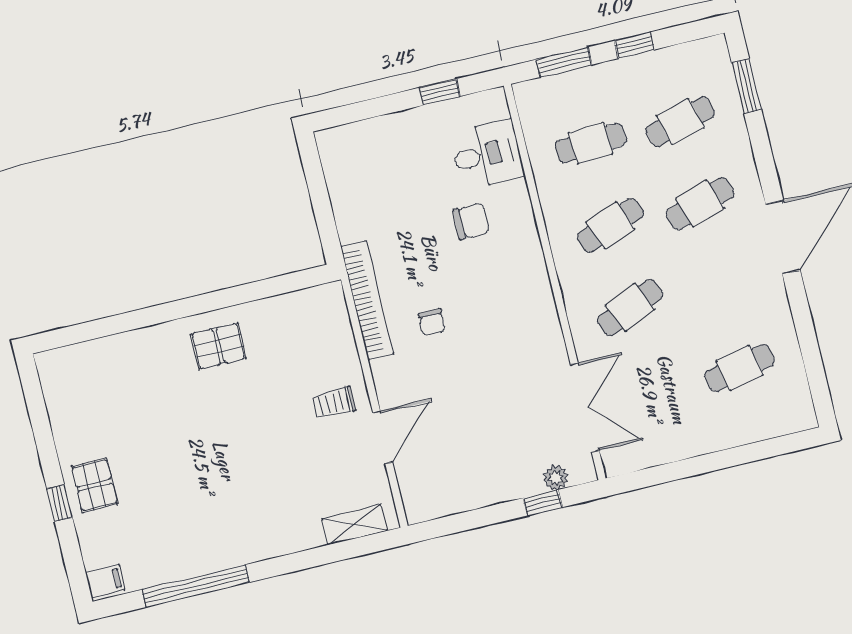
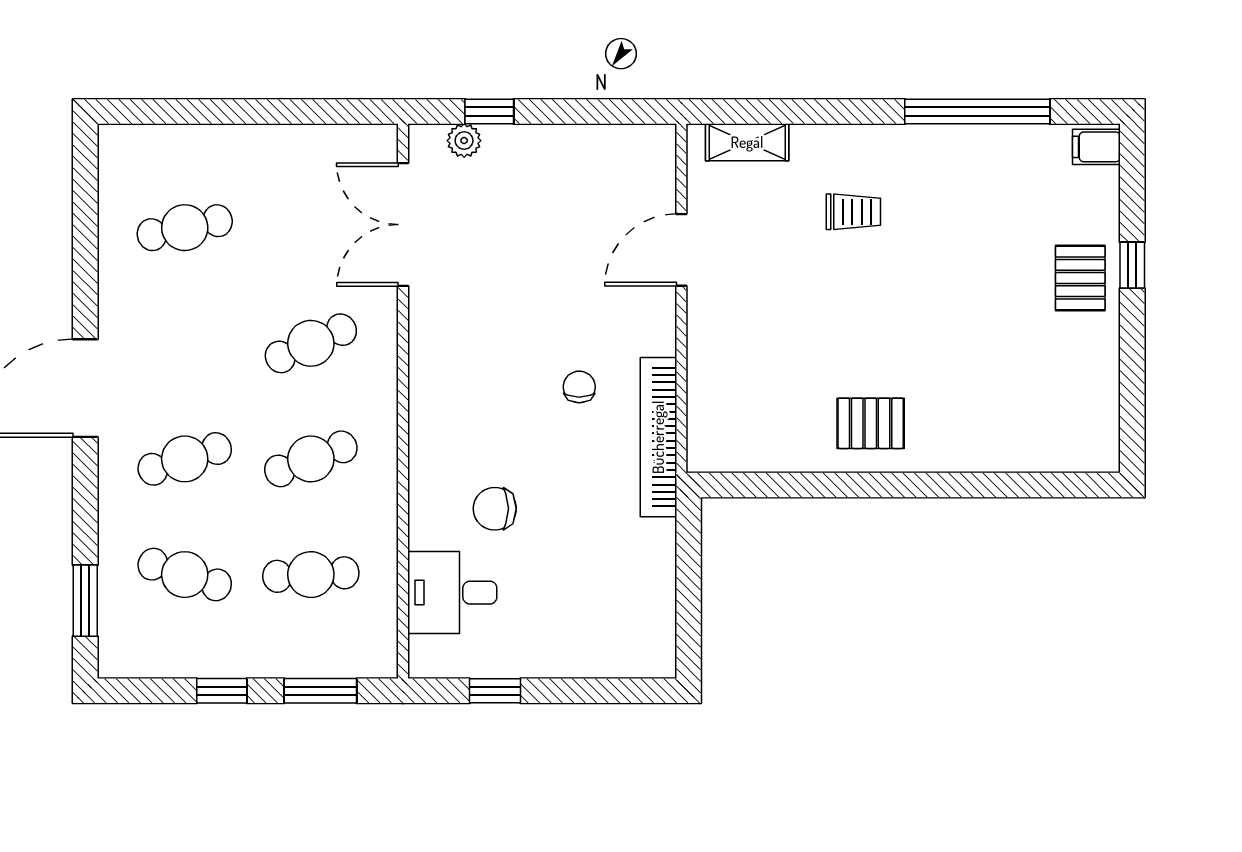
cafe table: (680, 122) -> (185, 575), turned 33
trolley: (334, 403) -> (853, 212), moved

